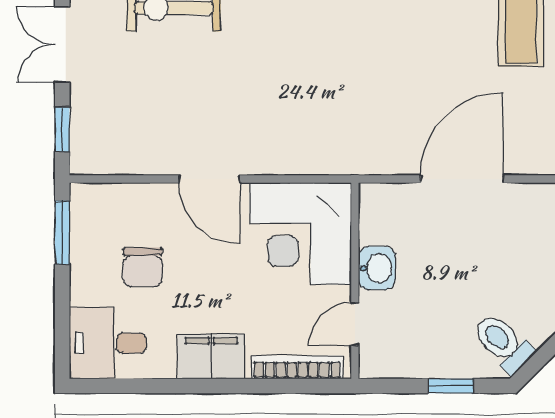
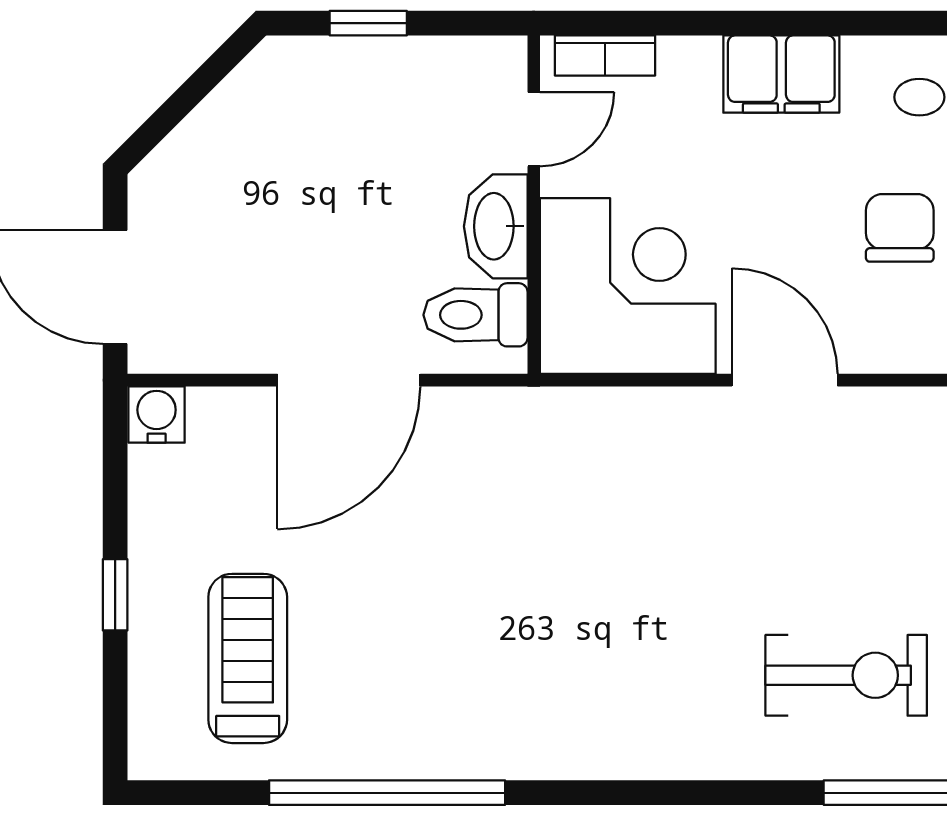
washbasin: (377, 268) -> (496, 226), width x1.38
toilet: (503, 343) -> (475, 315), moved, turned 135
bookcase: (297, 367) -> (605, 55), width x0.64

